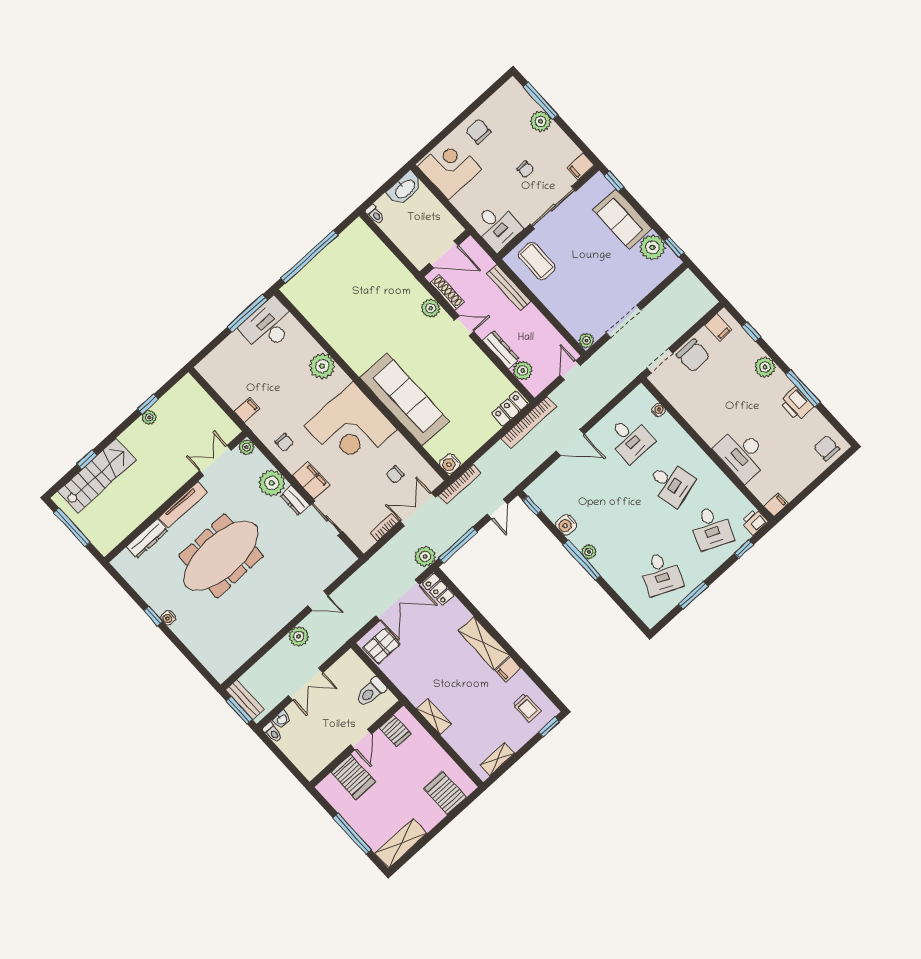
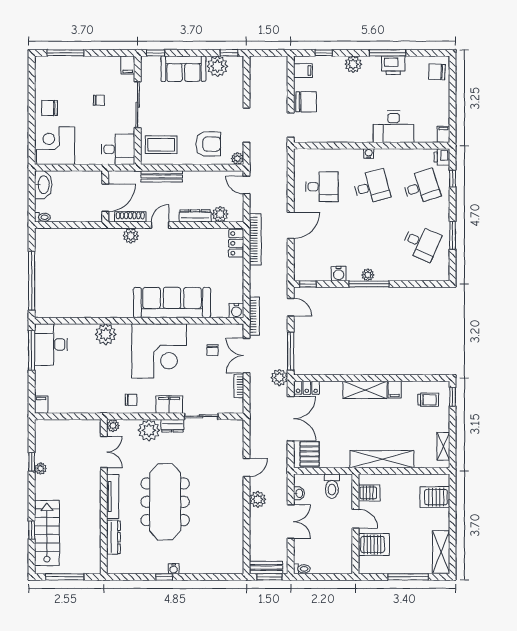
plant: (541, 121) -> (78, 64), removed
armchair: (576, 303) -> (208, 144), added
filing cabinet: (247, 410) -> (41, 405), moved
water cooler: (658, 410) -> (369, 153), moved
double door: (215, 460) -> (104, 452), swing flipped
desk: (711, 528) -> (421, 187), turned -42
shelving: (434, 716) -> (382, 459), width x2.20, depth x1.33
washbasin: (282, 719) -> (299, 493), moved

